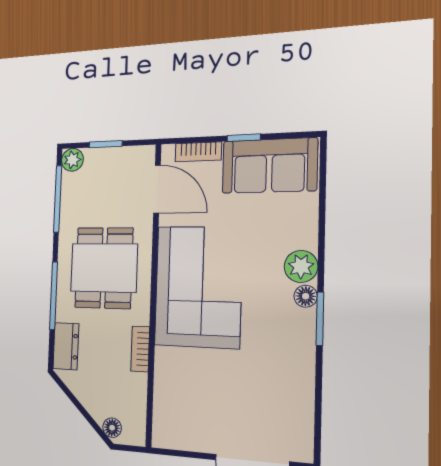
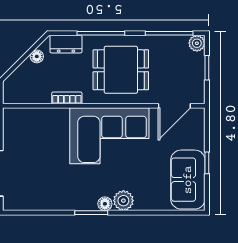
bookcase: (198, 152) -> (199, 133), removed
floor lamp: (112, 428) -> (37, 56), moved

